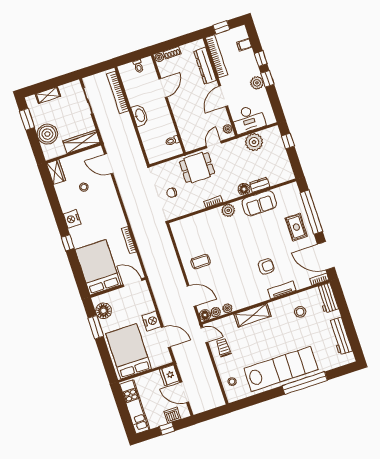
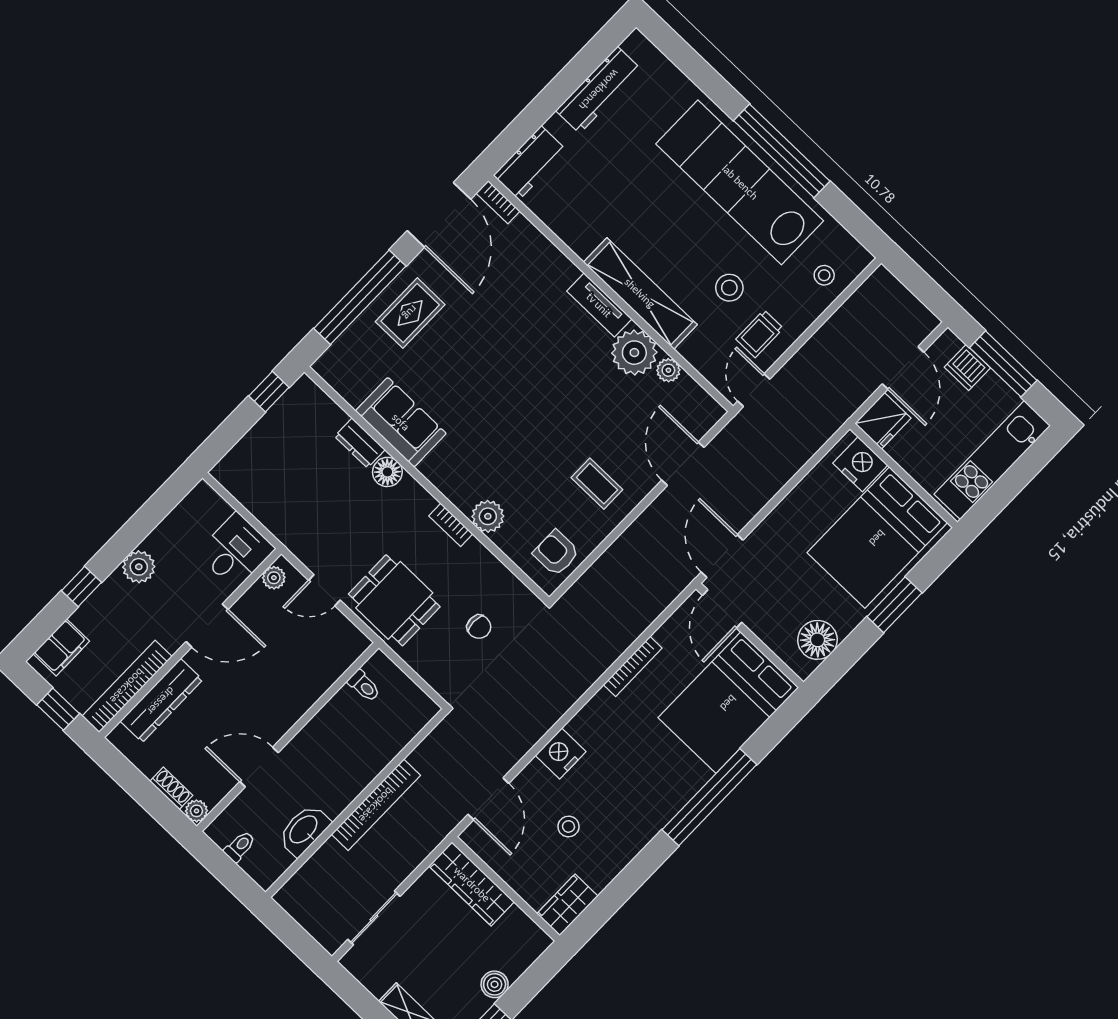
filing cabinet: (244, 45) -> (61, 647), width x2.00
window: (267, 79) -> (118, 549), removed
bookcase: (118, 92) -> (376, 805), moved
washbasin: (140, 115) -> (304, 830), moved
desk: (248, 119) -> (236, 551), width x0.73
boiler: (47, 134) -> (495, 984), width x0.54, depth x0.54
window: (288, 141) -> (269, 392), moved
plant: (254, 142) -> (272, 505), removed
plant: (228, 210) -> (488, 516), moved
nightstand: (72, 219) -> (561, 754), moved, turned 180
window: (68, 243) -> (709, 797), width x3.17
armchair: (266, 266) -> (556, 553), moved
tv unit: (282, 290) -> (599, 305), moved
plant: (216, 312) -> (634, 353), moved, width x1.88, depth x1.88
stool: (300, 312) -> (729, 288), moved
floor lamp: (205, 315) -> (709, 412), removed
shelving: (252, 315) -> (640, 293), width x1.47
nightstand: (151, 321) -> (860, 464), moved, turned 90
window: (96, 327) -> (894, 605), moved
door: (166, 337) -> (722, 556), moved
window: (305, 383) -> (782, 151), moved
window: (167, 429) -> (1003, 364), width x2.17

